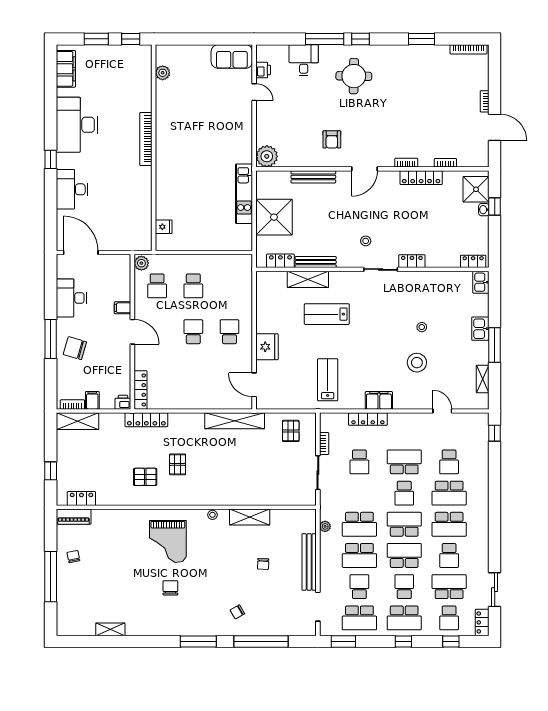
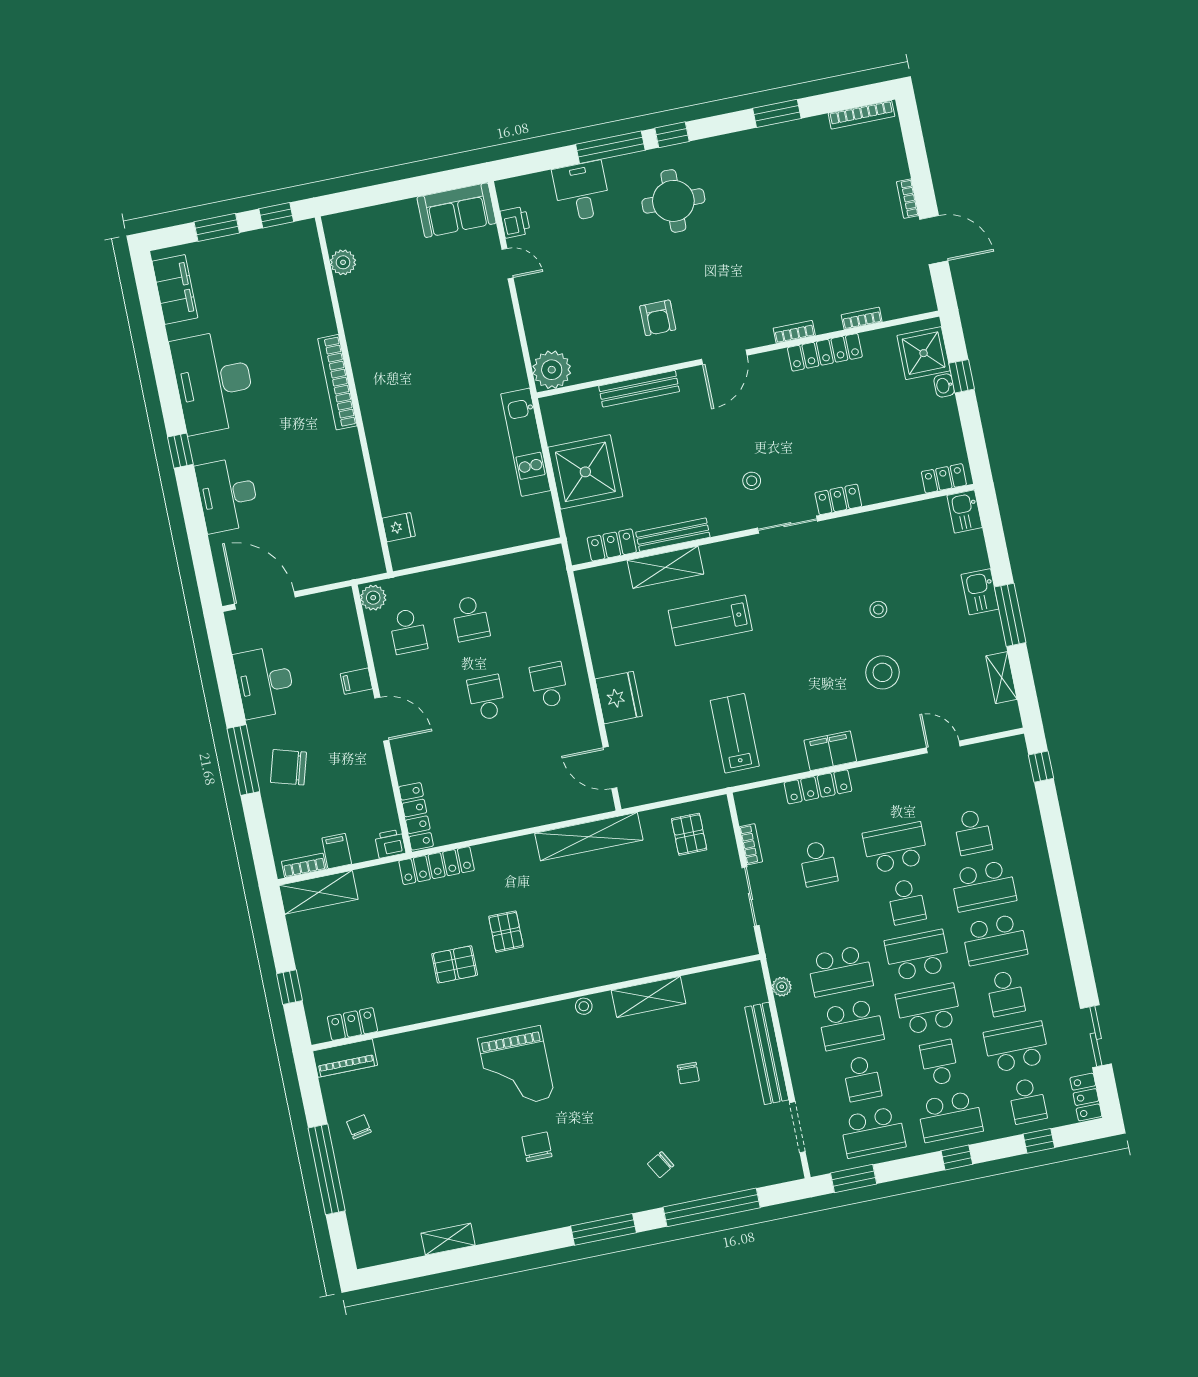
school desk: (359, 587) -> (862, 1078), turned 180

